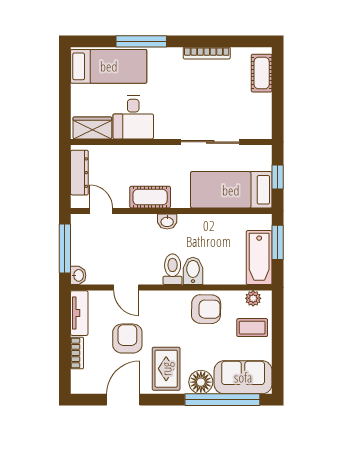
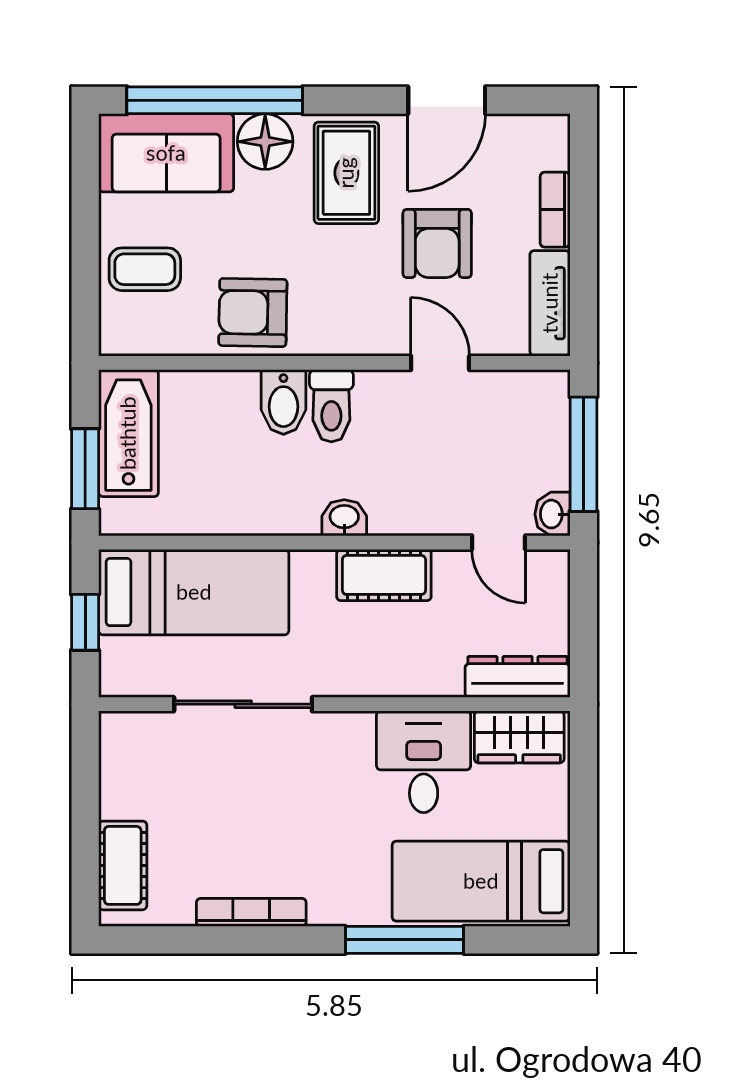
dresser: (79, 173) -> (518, 677), moved, turned 90
washbasin: (78, 275) -> (552, 514), moved
plant: (253, 298) -> (143, 338), removed

